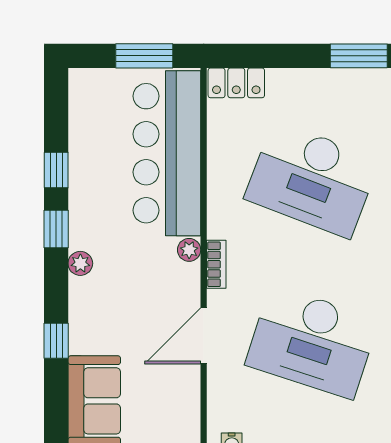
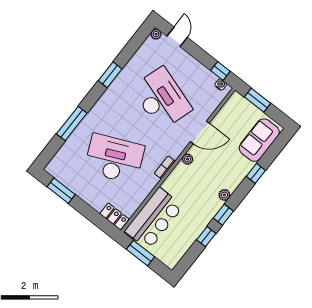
bar counter: (167, 153) -> (154, 219), width x0.73
desk: (312, 179) -> (114, 159), turned -45
plant: (189, 250) -> (188, 159), moved
bookcase: (216, 264) -> (165, 167), moved

